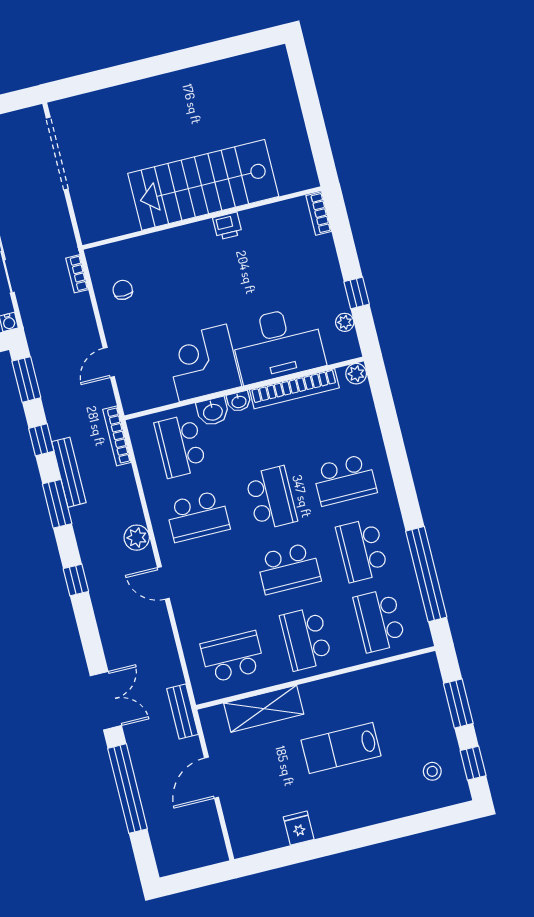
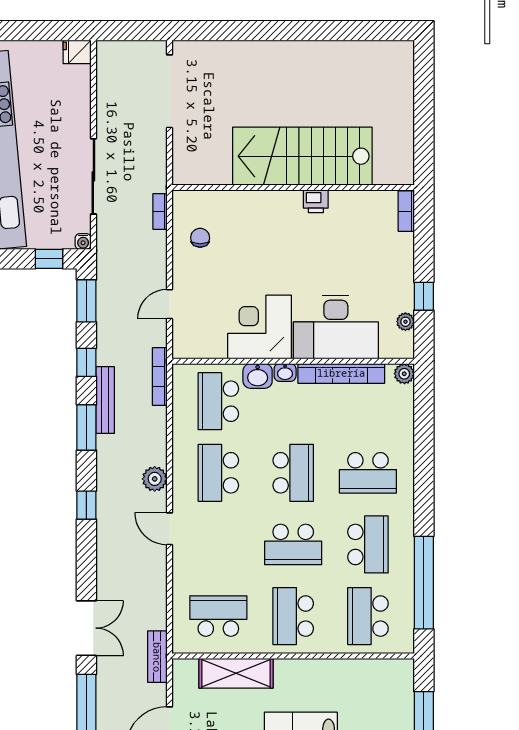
school desk: (198, 516) -> (218, 473), turned 90
school desk: (362, 550) -> (368, 544), turned 180

